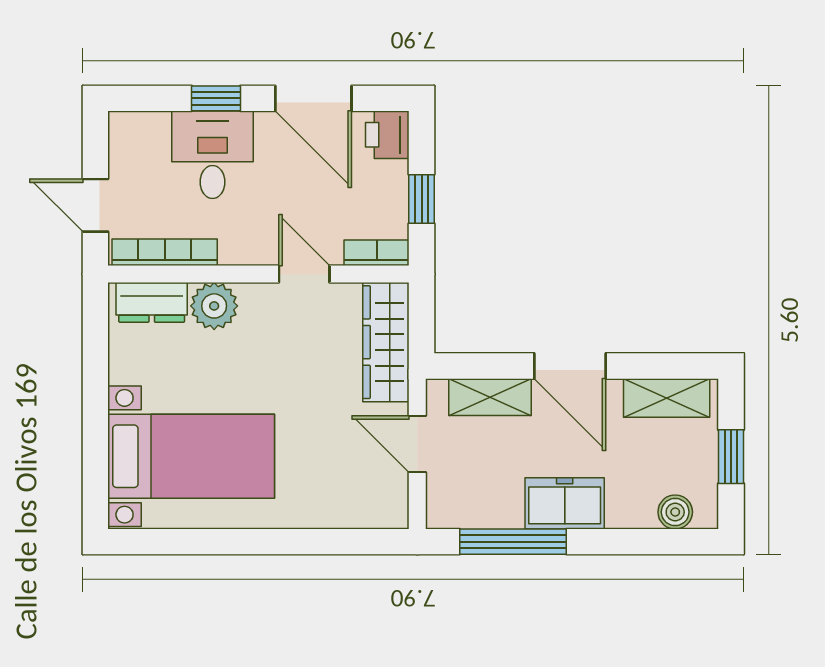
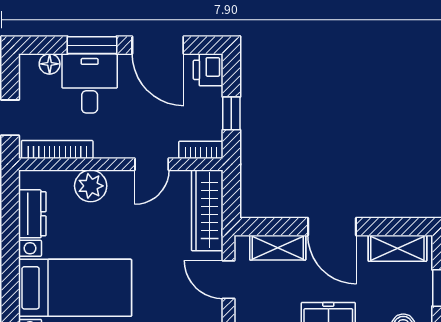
window: (216, 98) -> (92, 45), width x1.50
floor lamp: (153, 126) -> (50, 64), added
door: (304, 274) -> (152, 164), swing flipped
dresser: (152, 302) -> (32, 214), moved, turned -90

